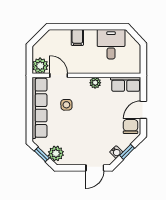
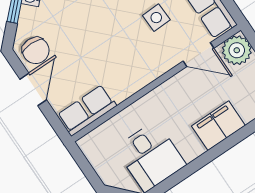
filing cabinet: (77, 37) -> (218, 126), width x2.00
plant: (95, 83) -> (135, 81), removed

